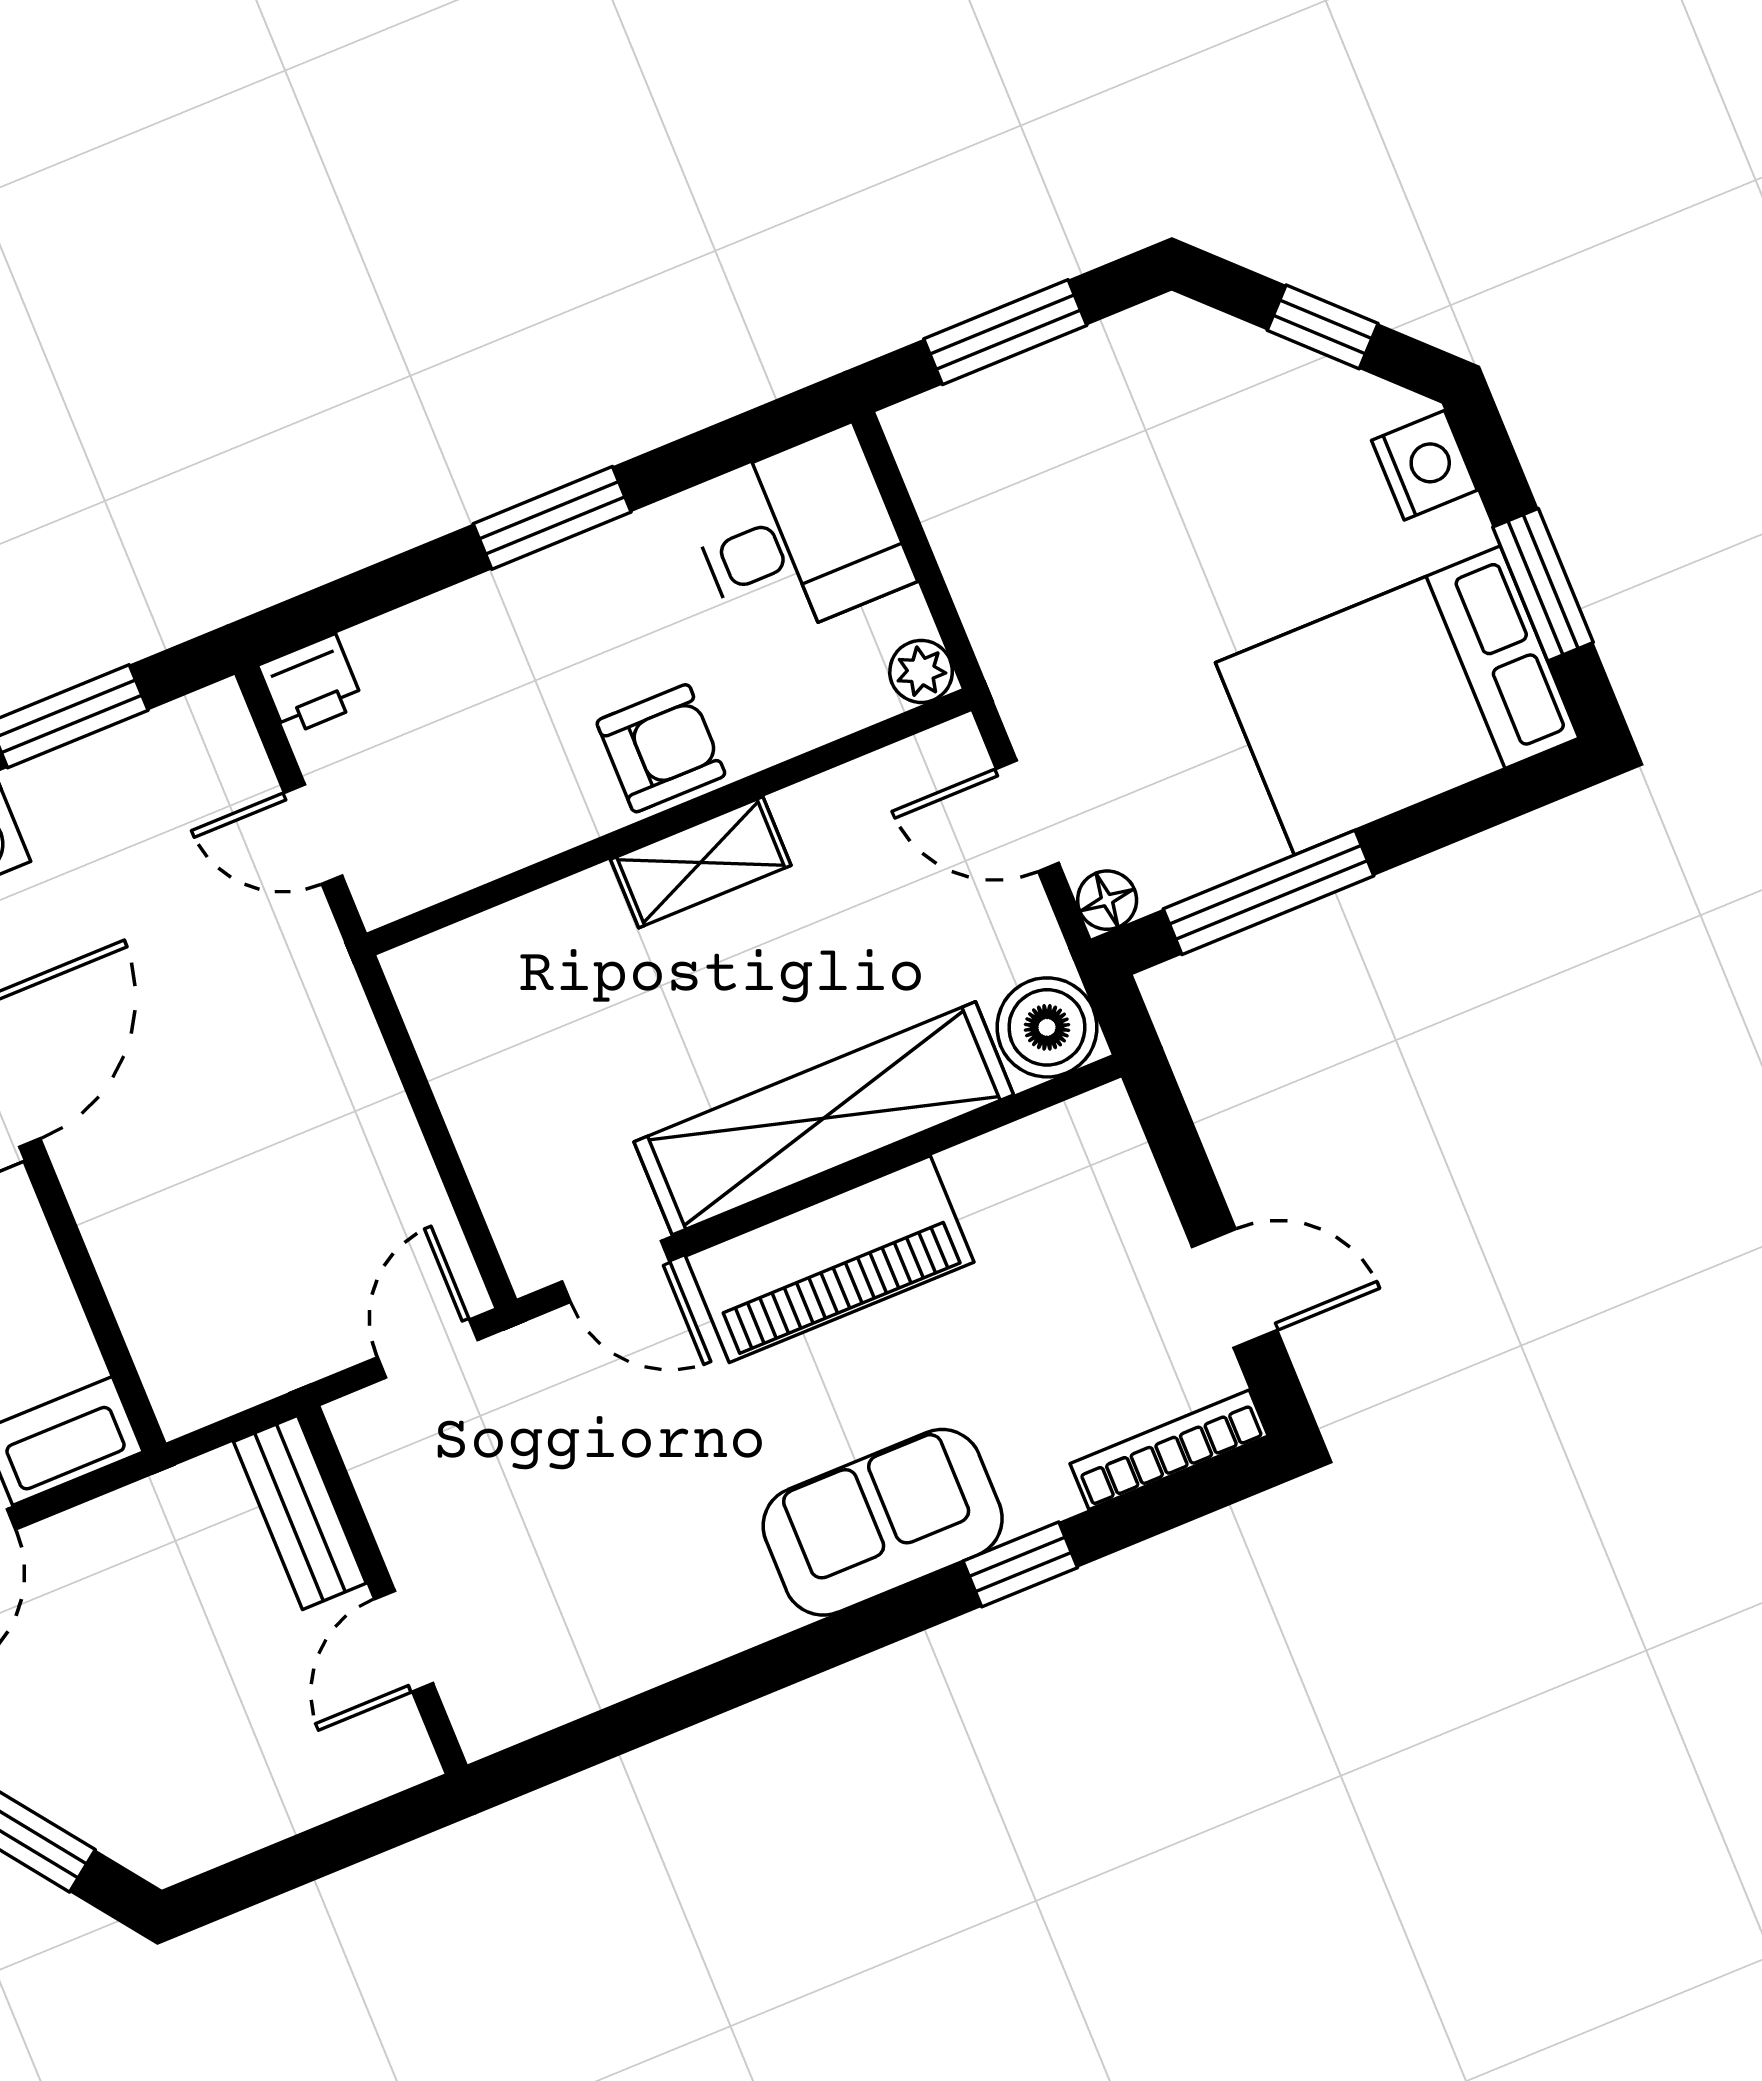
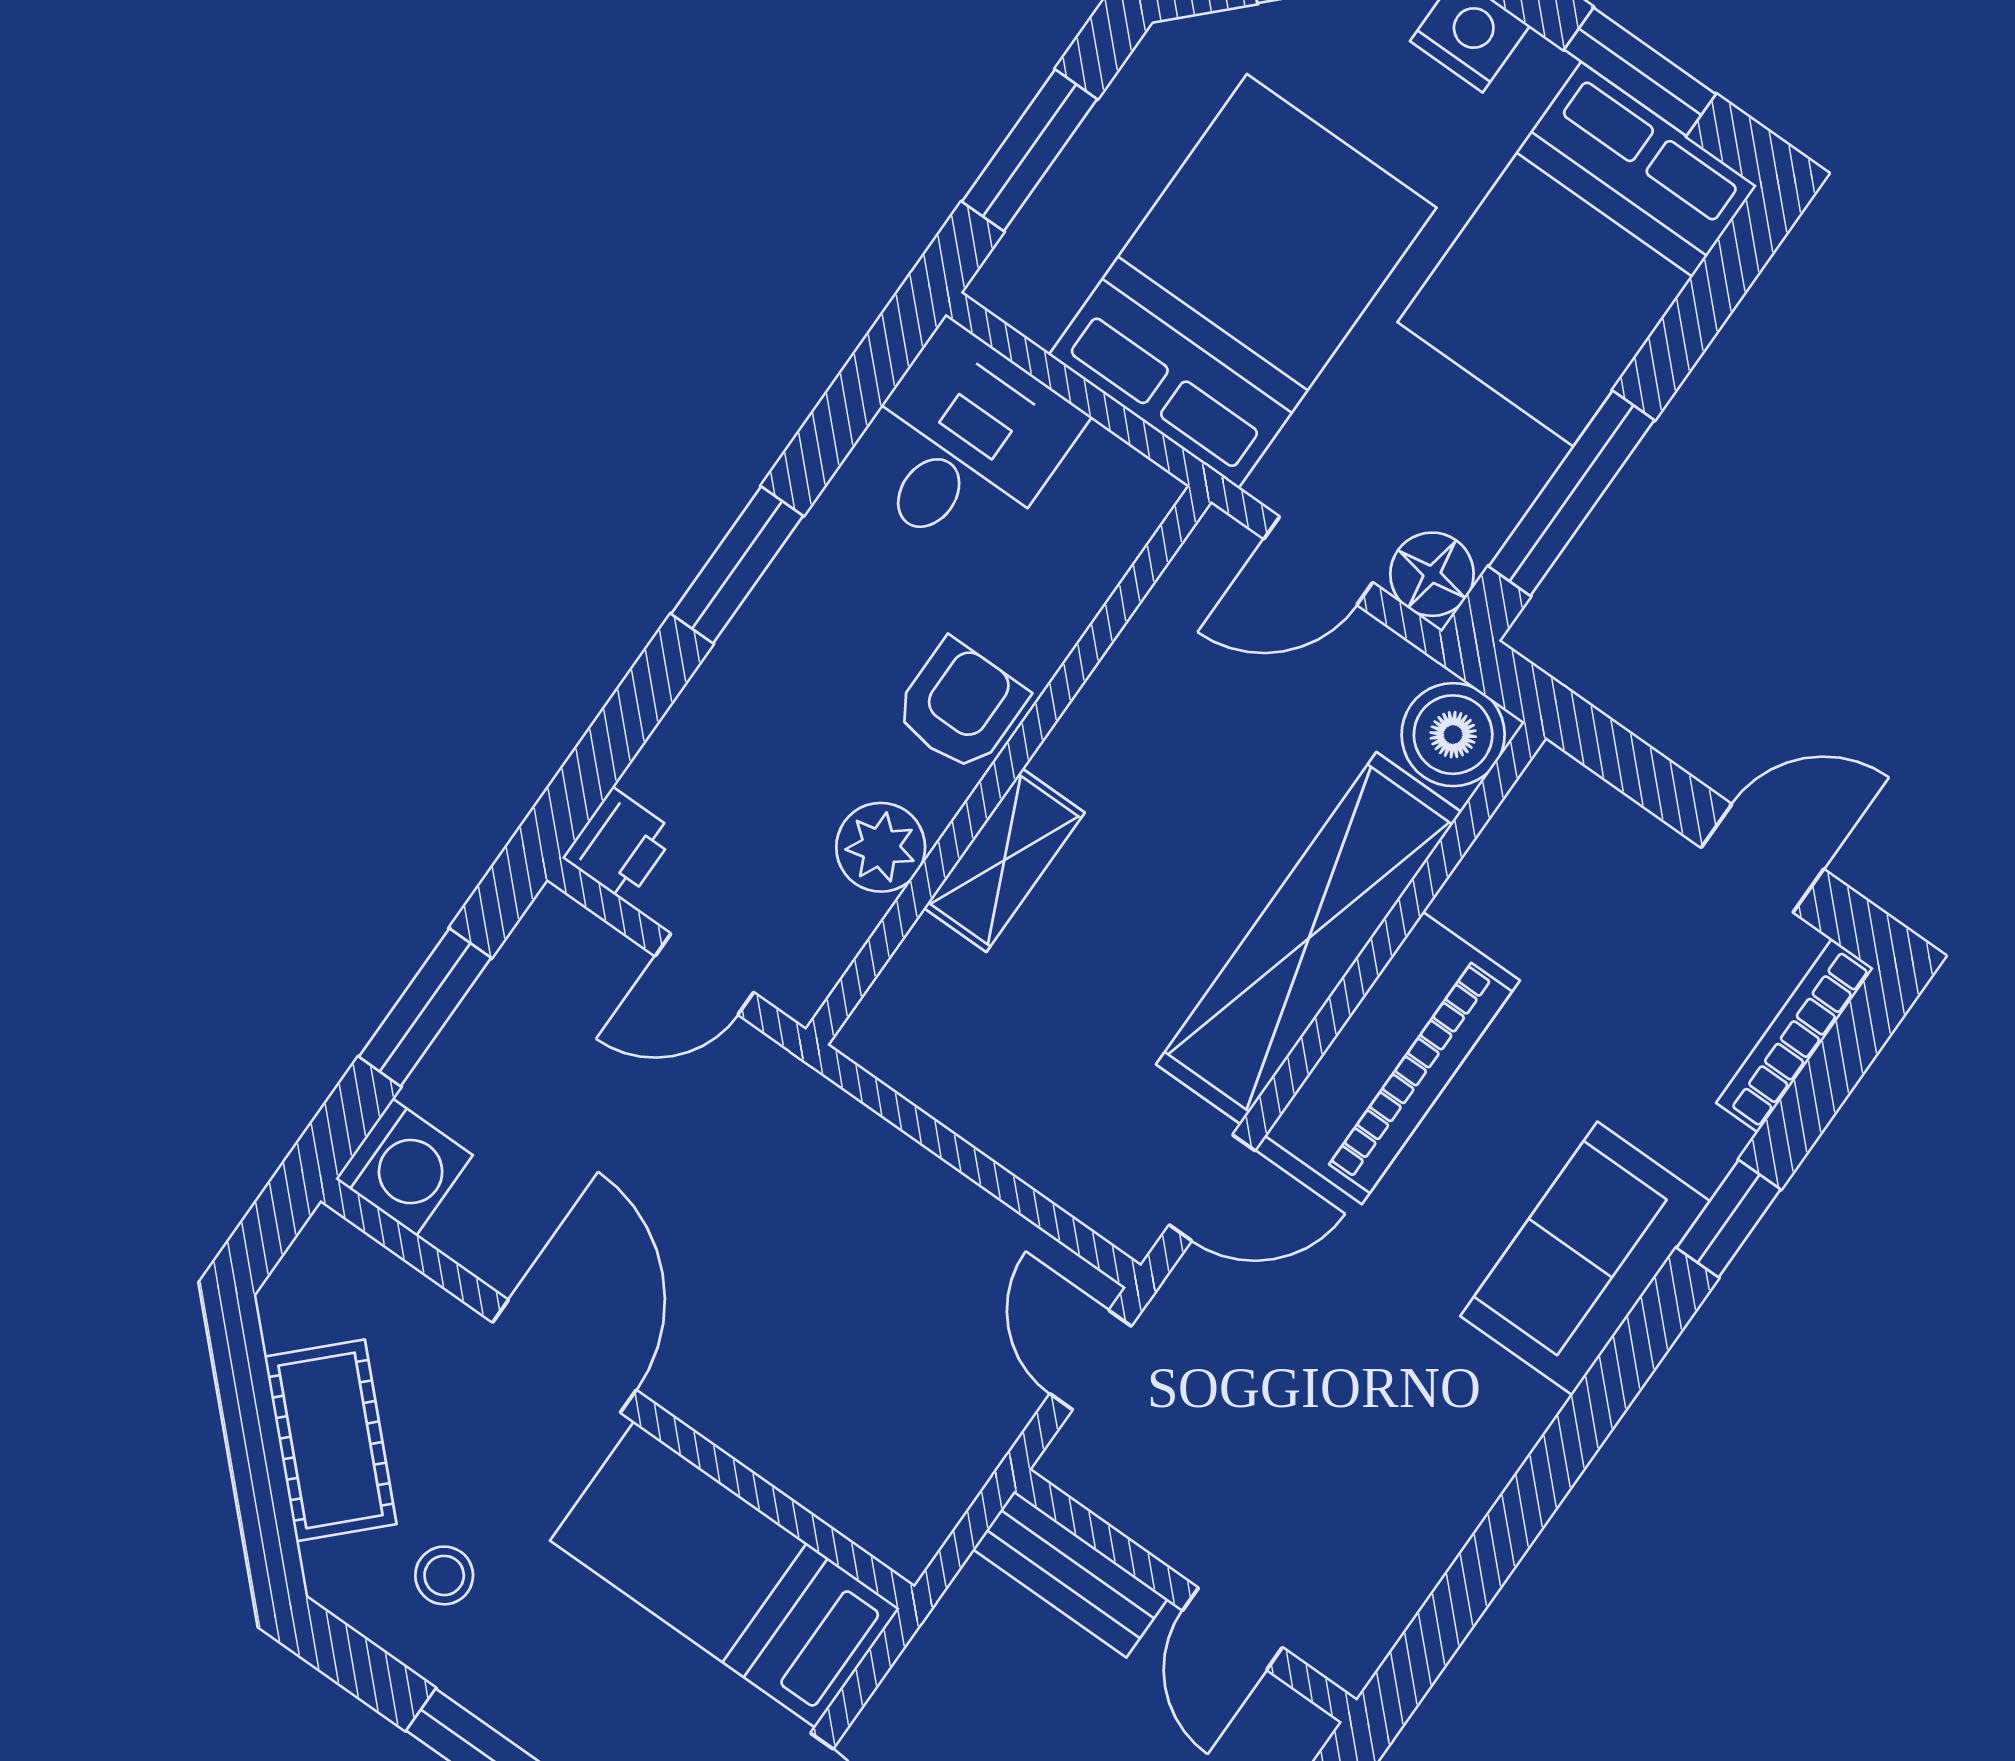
bed: (1111, 549) -> (1243, 281), added
plant: (921, 671) -> (881, 847), moved, width x1.38, depth x1.38
shelving: (701, 862) -> (1004, 860), moved
floor lamp: (1107, 900) -> (1432, 574), width x1.37, depth x1.37

